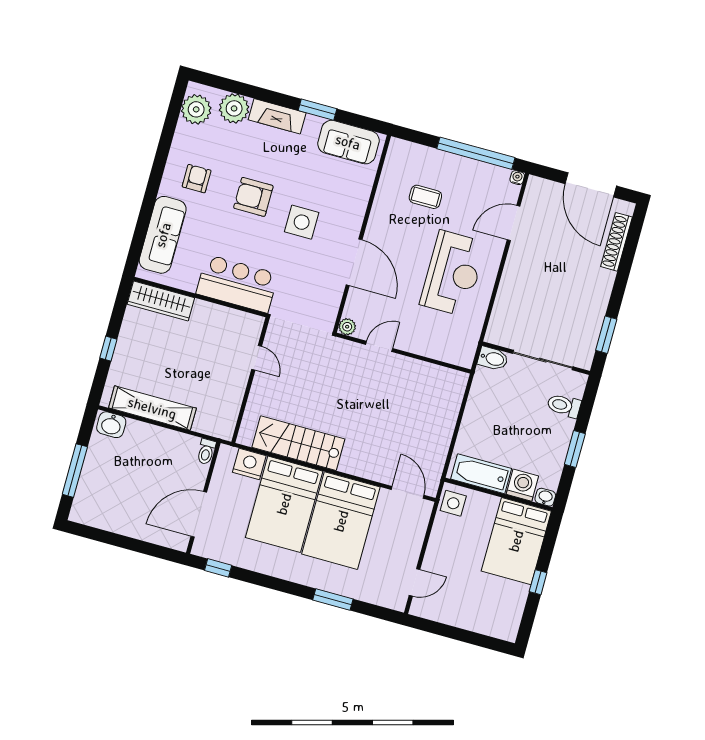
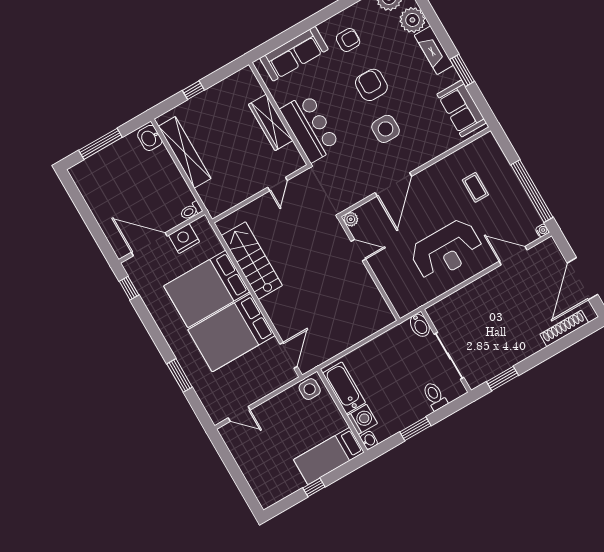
wardrobe: (161, 301) -> (271, 122), moved
nightstand: (249, 464) -> (184, 239), moved, turned -90
bed: (516, 541) -> (329, 456), width x0.67

